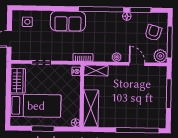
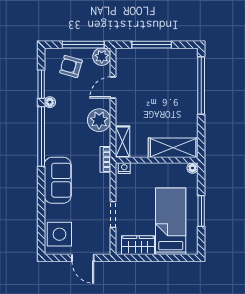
side table: (27, 22) -> (59, 234), width x1.87, depth x1.87
plant: (117, 57) -> (99, 120), width x1.88, depth x1.88

